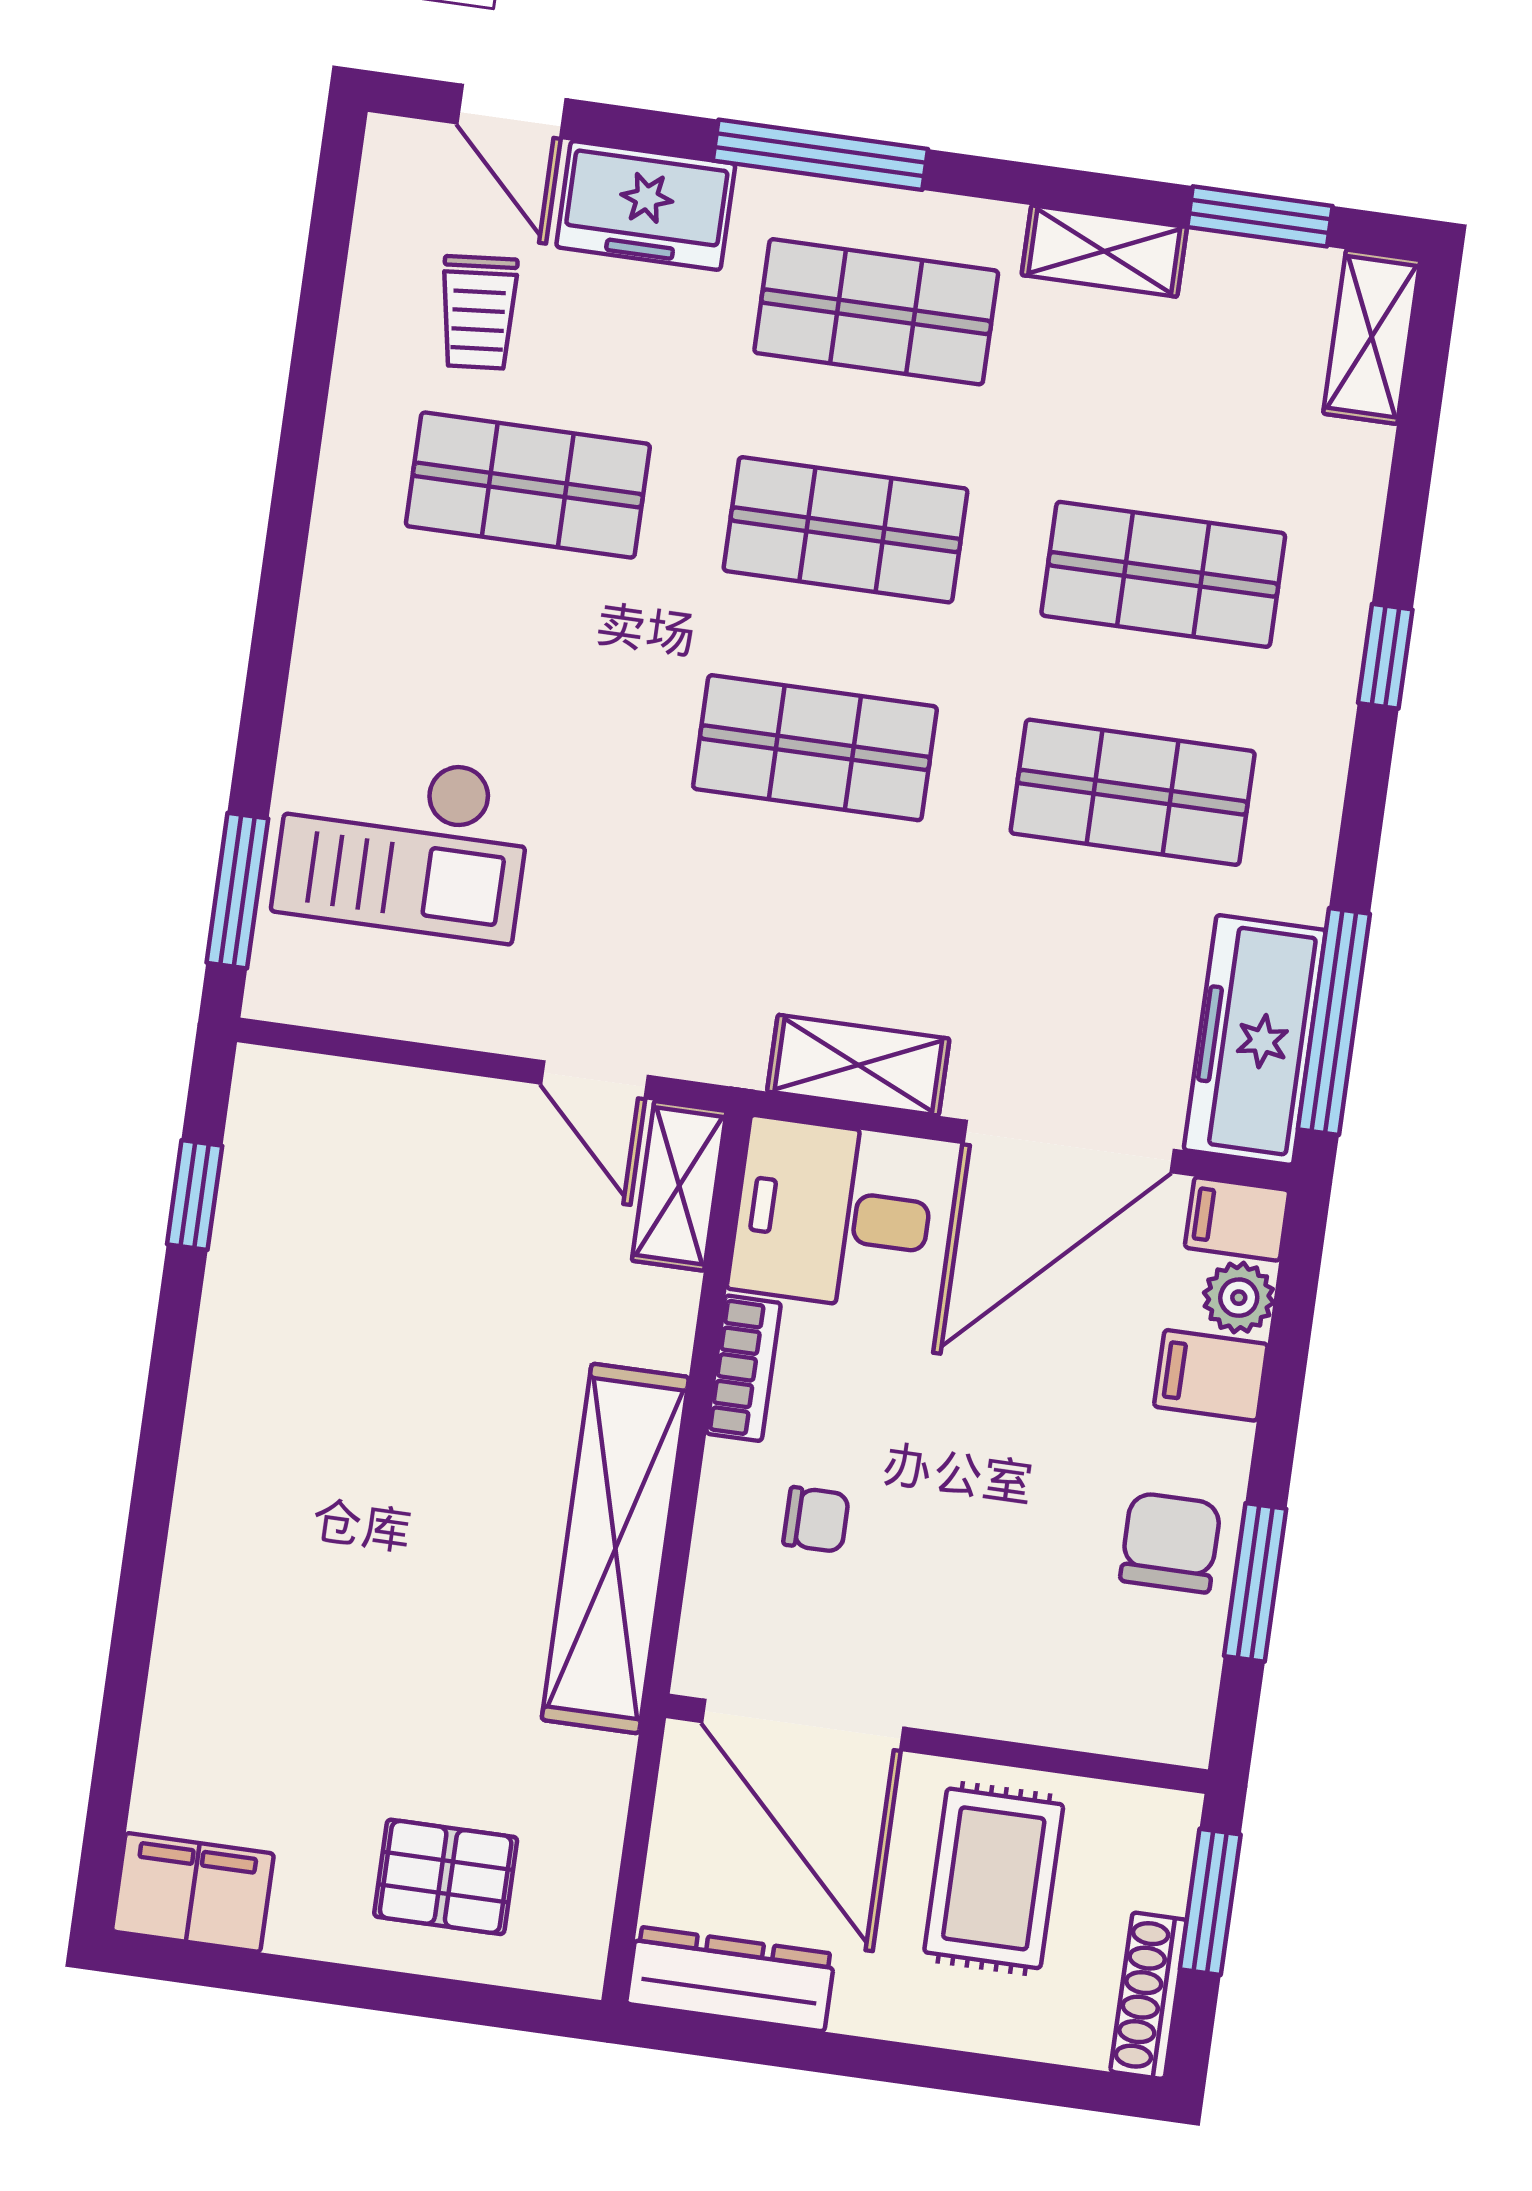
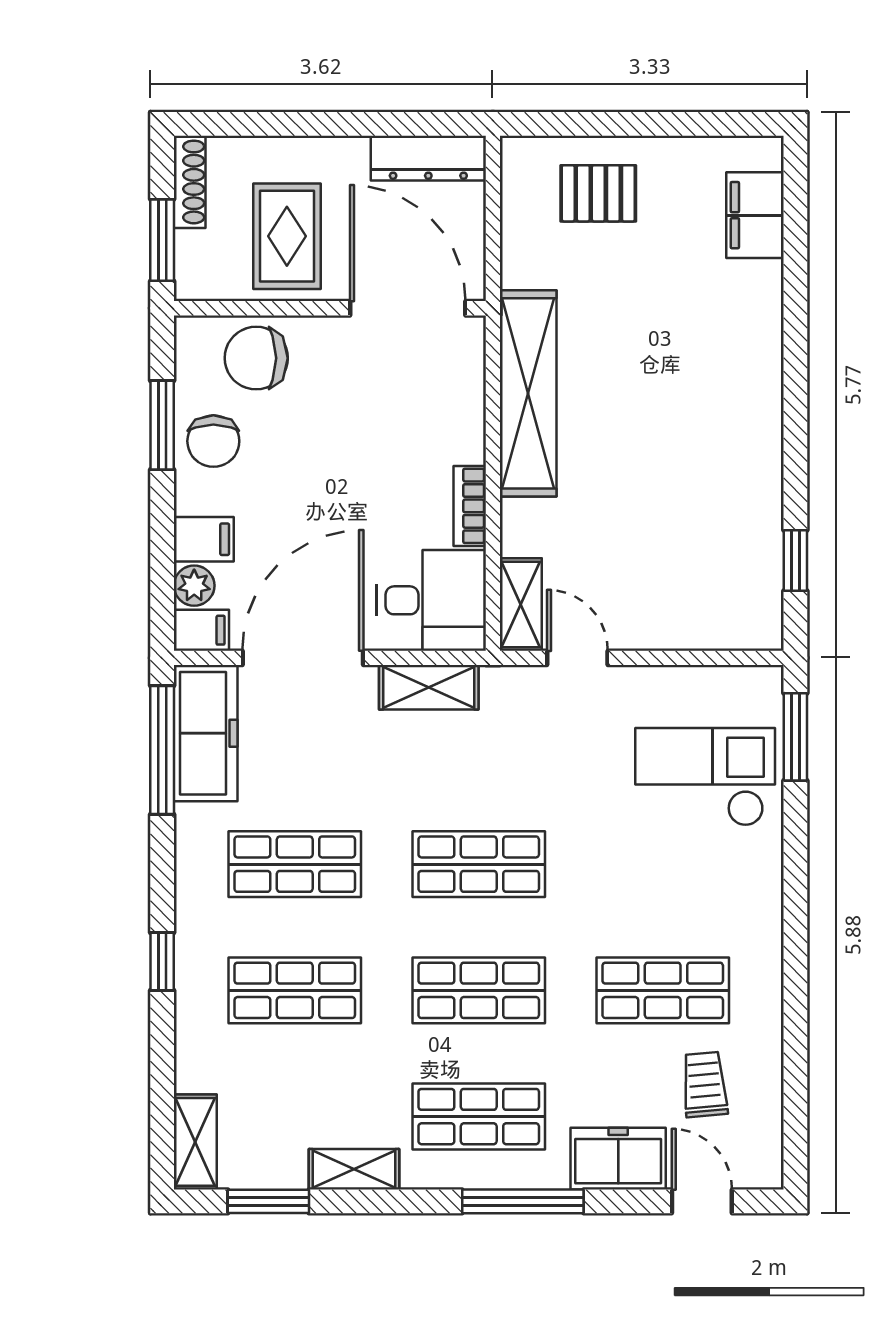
chair: (816, 1520) -> (256, 358), moved, width x1.87, depth x1.87
filing cabinet: (193, 1892) -> (755, 215), moved, turned 90

